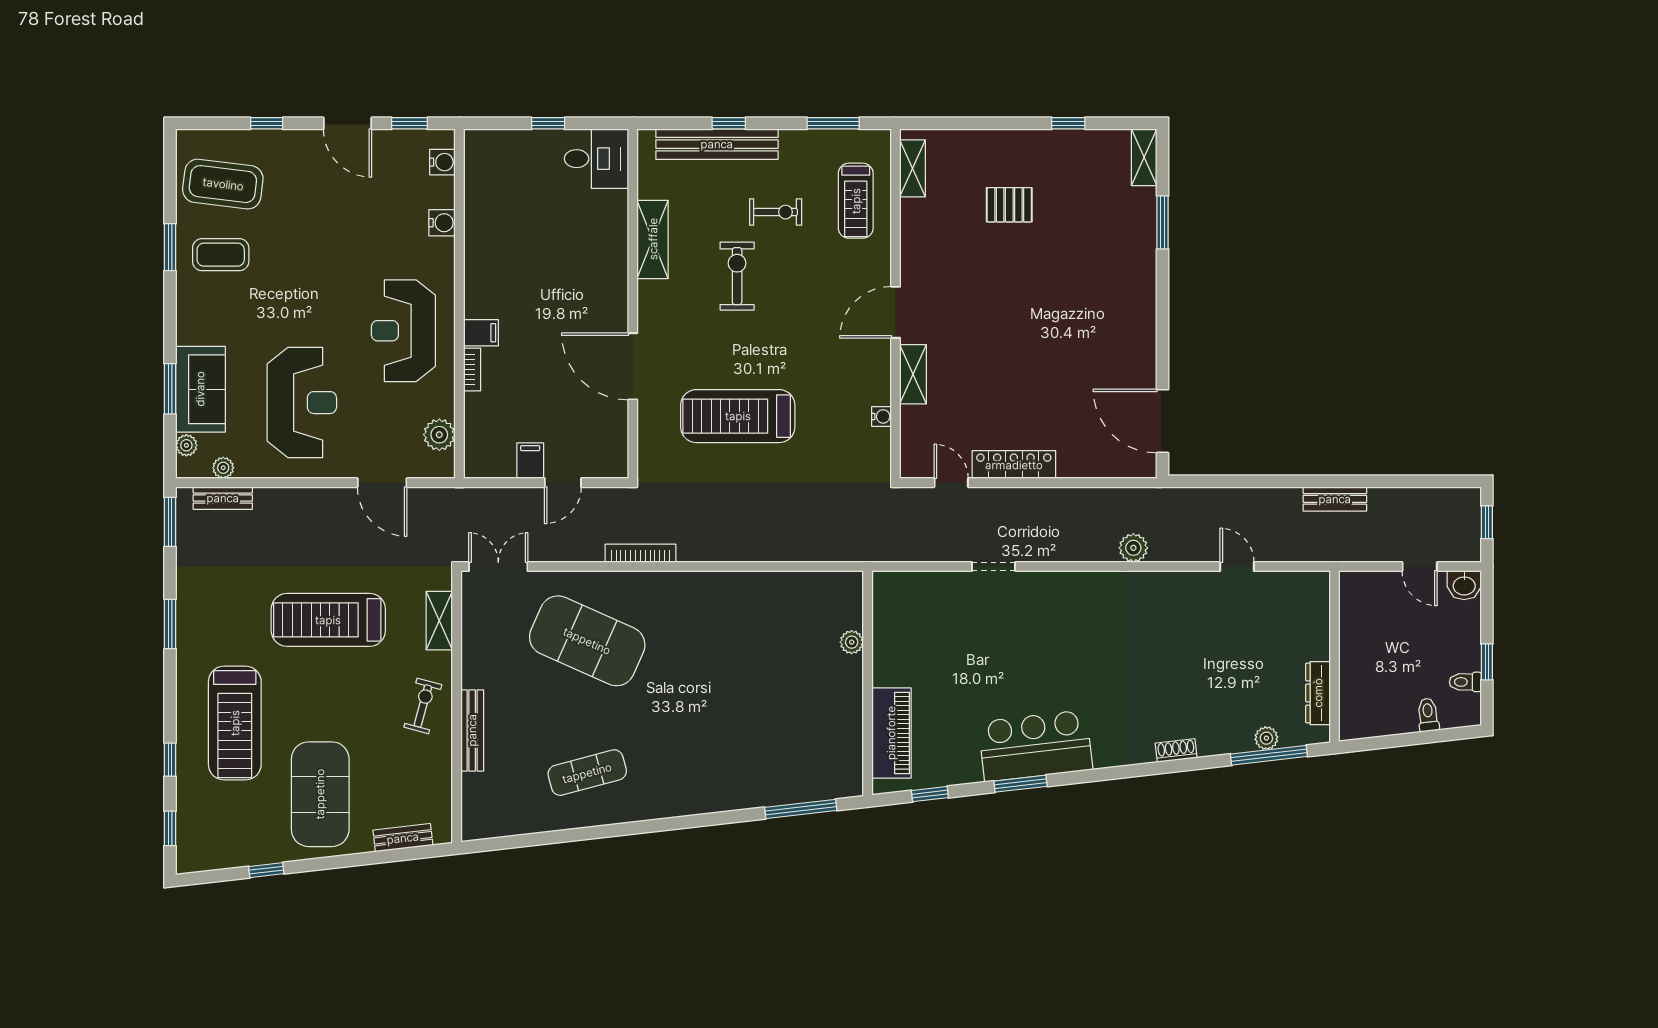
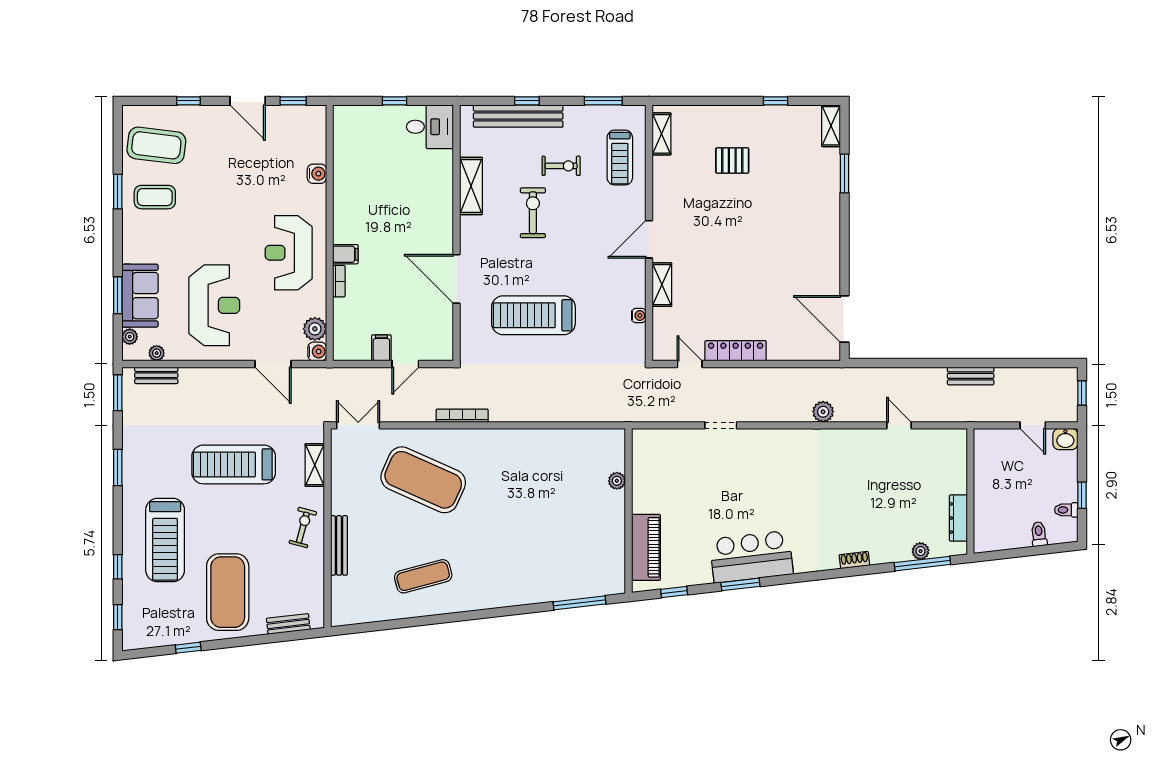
water cooler: (442, 162) -> (317, 352), moved

